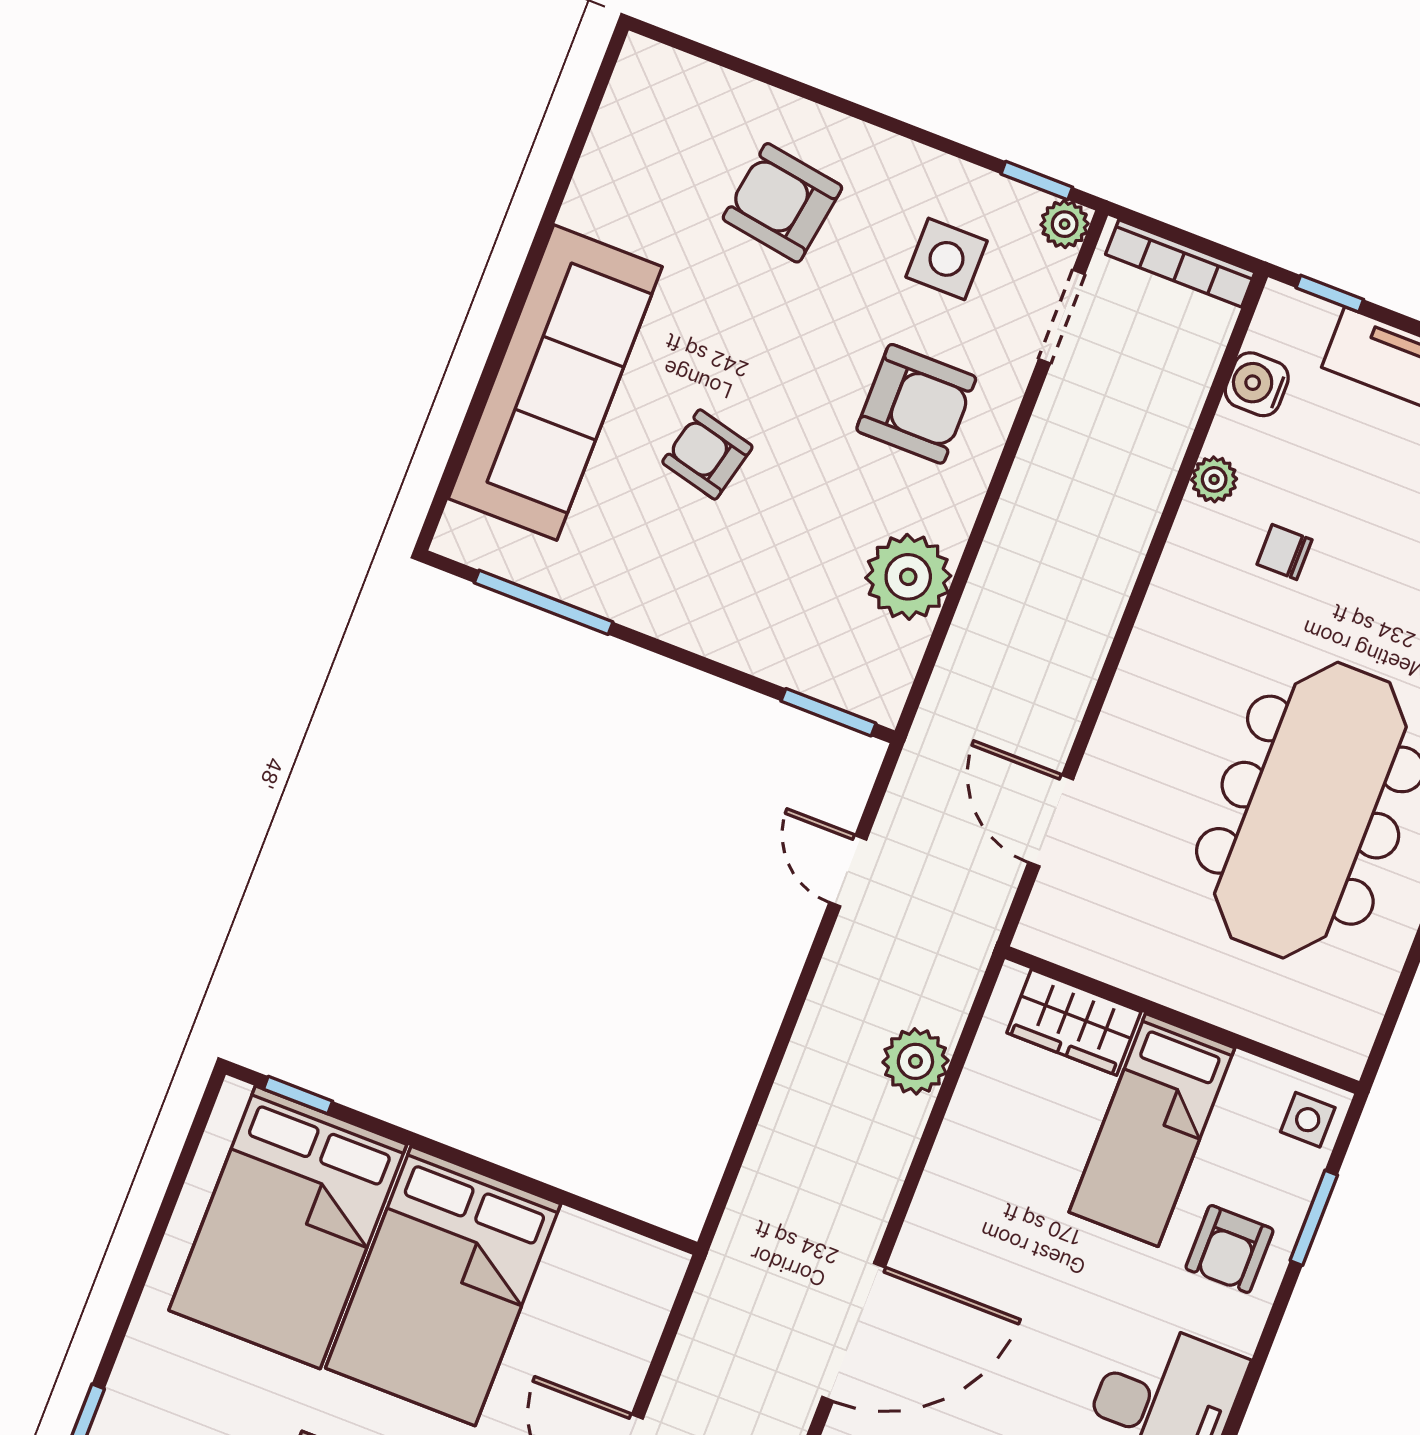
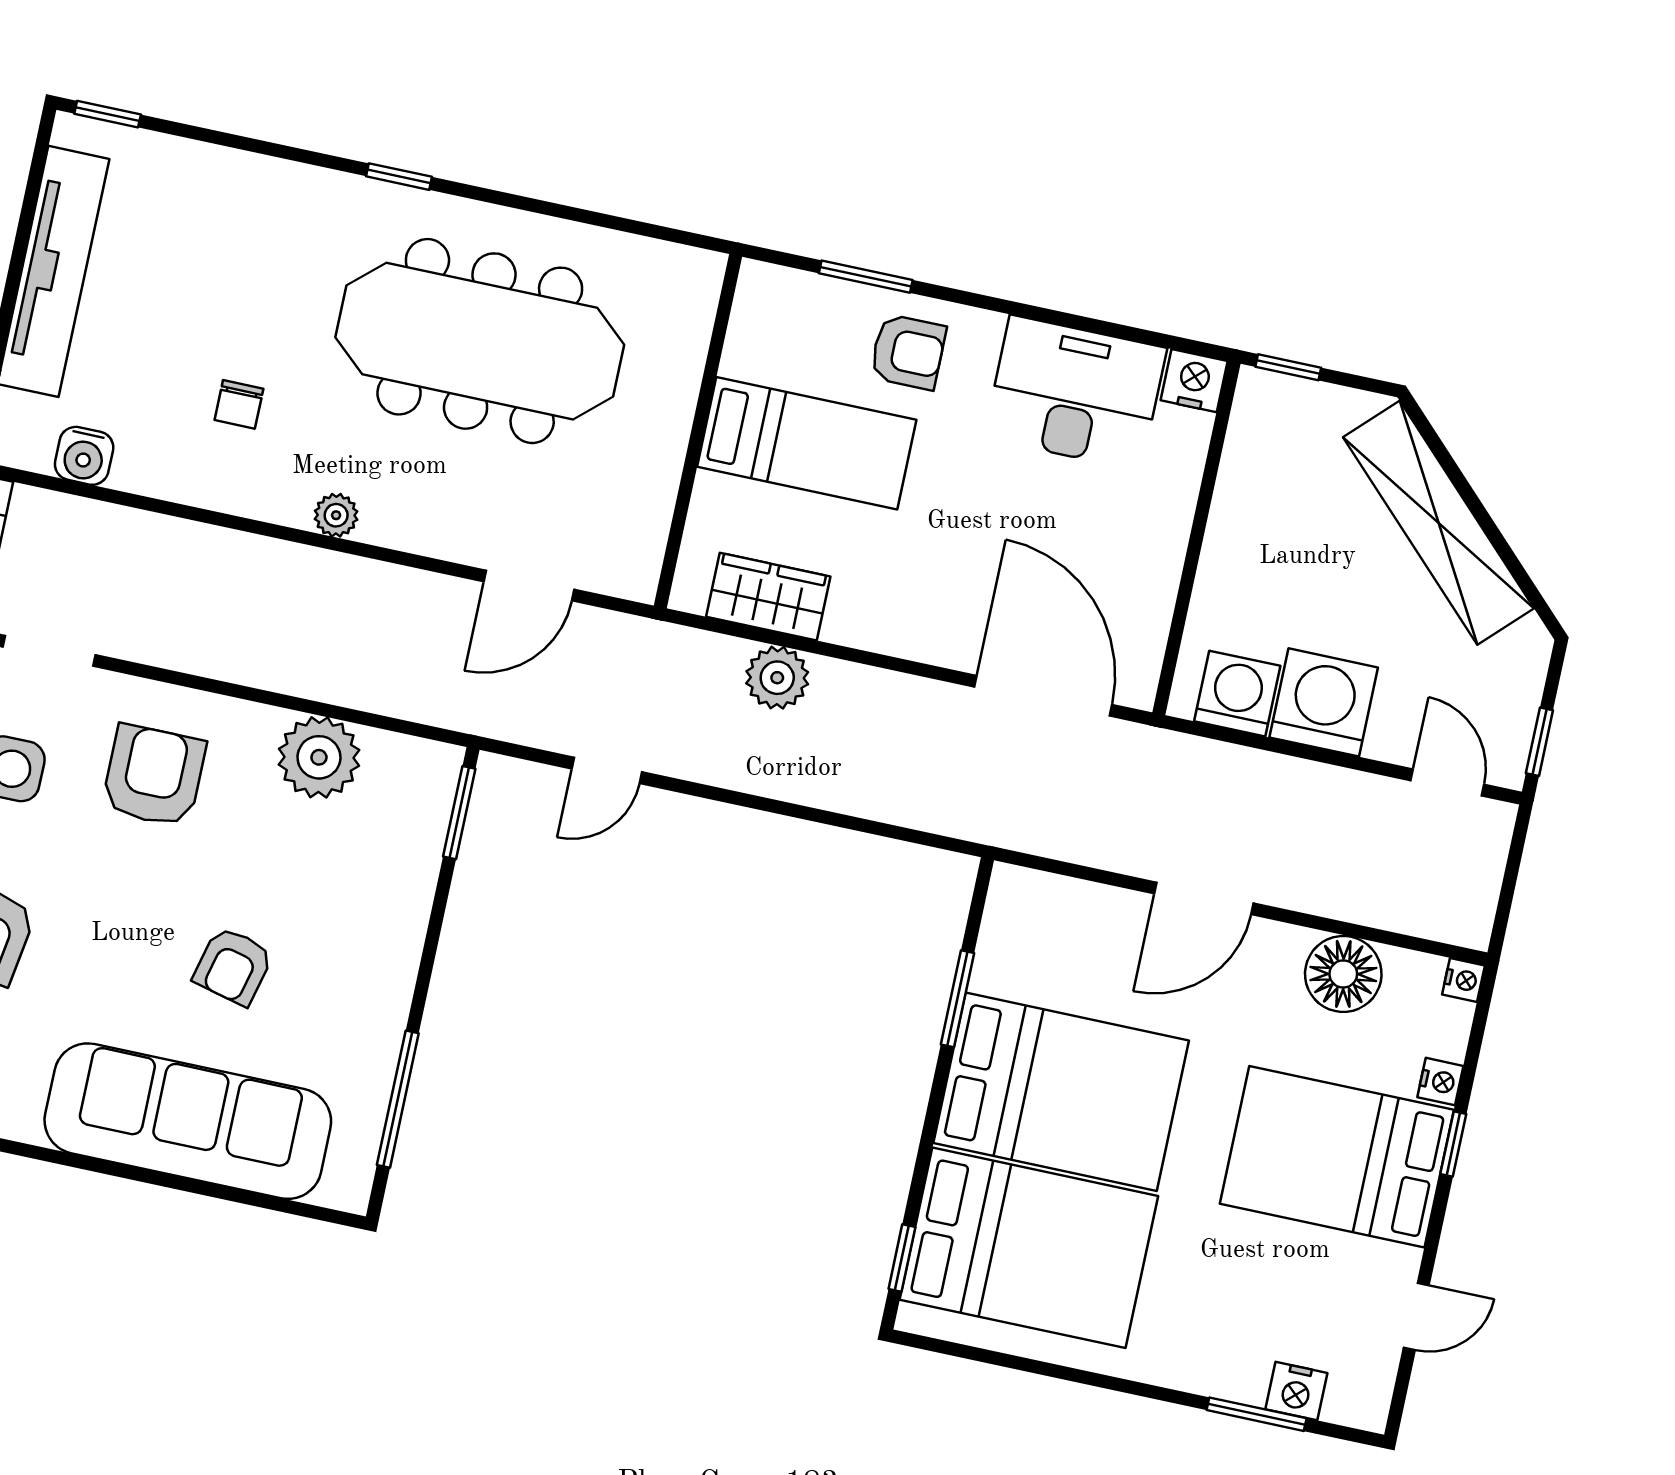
plant: (1214, 479) -> (336, 515), moved
wardrobe: (1074, 1022) -> (768, 597), moved, turned -90
side table: (1308, 1120) -> (774, 297), removed
window: (556, 1195) -> (957, 999), added

